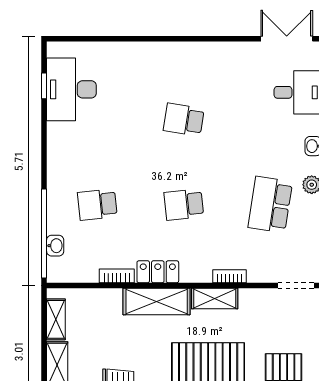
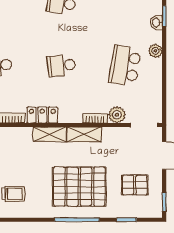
plant: (259, 272) -> (117, 115), added
shelving: (157, 301) -> (50, 134), width x0.67, depth x0.75

